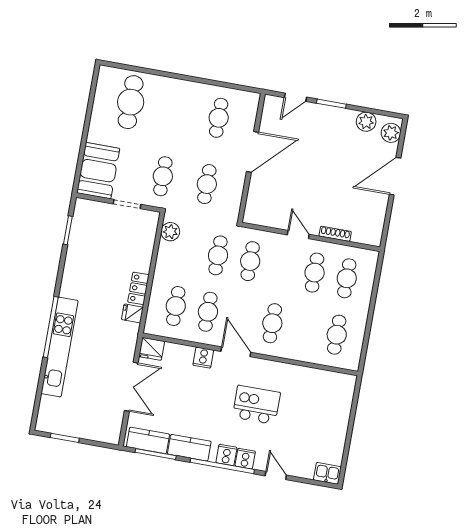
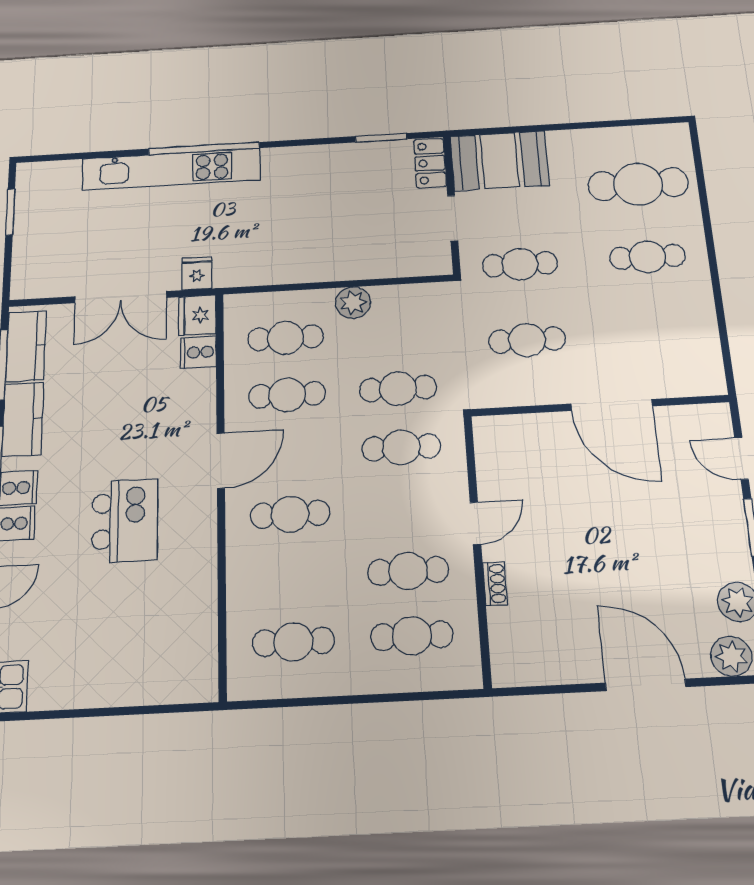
cafe table: (219, 118) -> (647, 257), moved
plant: (170, 232) -> (353, 303), moved
shoe rack: (335, 234) -> (495, 584), width x0.70
locker: (138, 288) -> (430, 163), moved, turned -90
fridge: (132, 313) -> (197, 273), moved
cooker: (203, 358) -> (198, 352), moved

